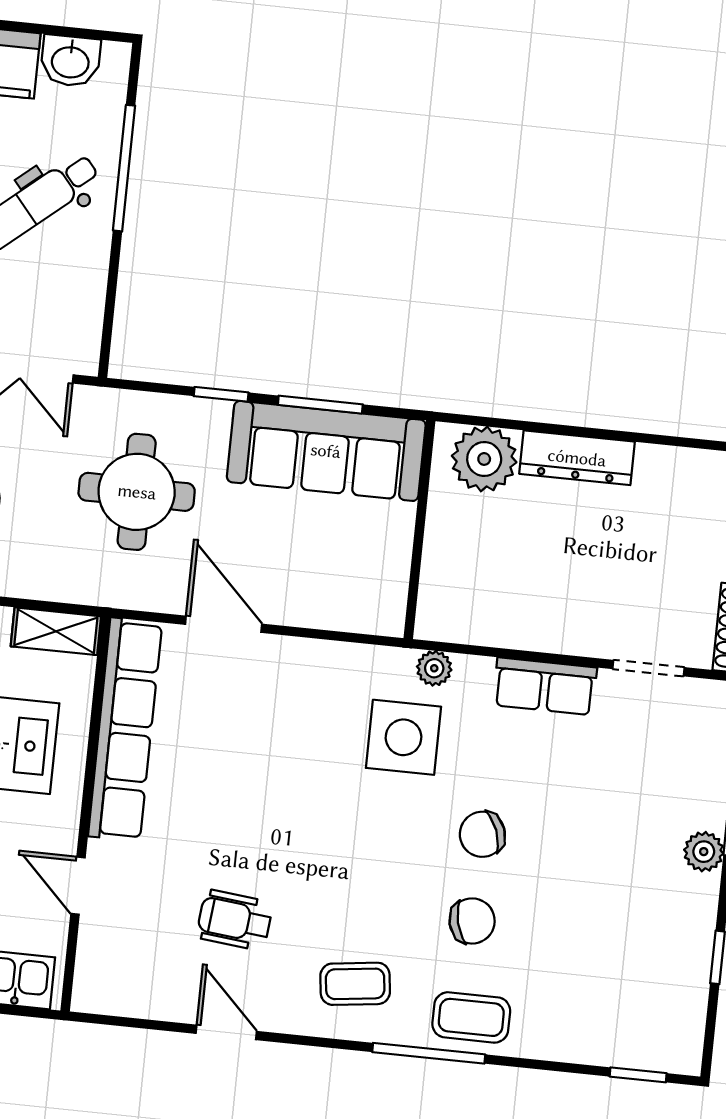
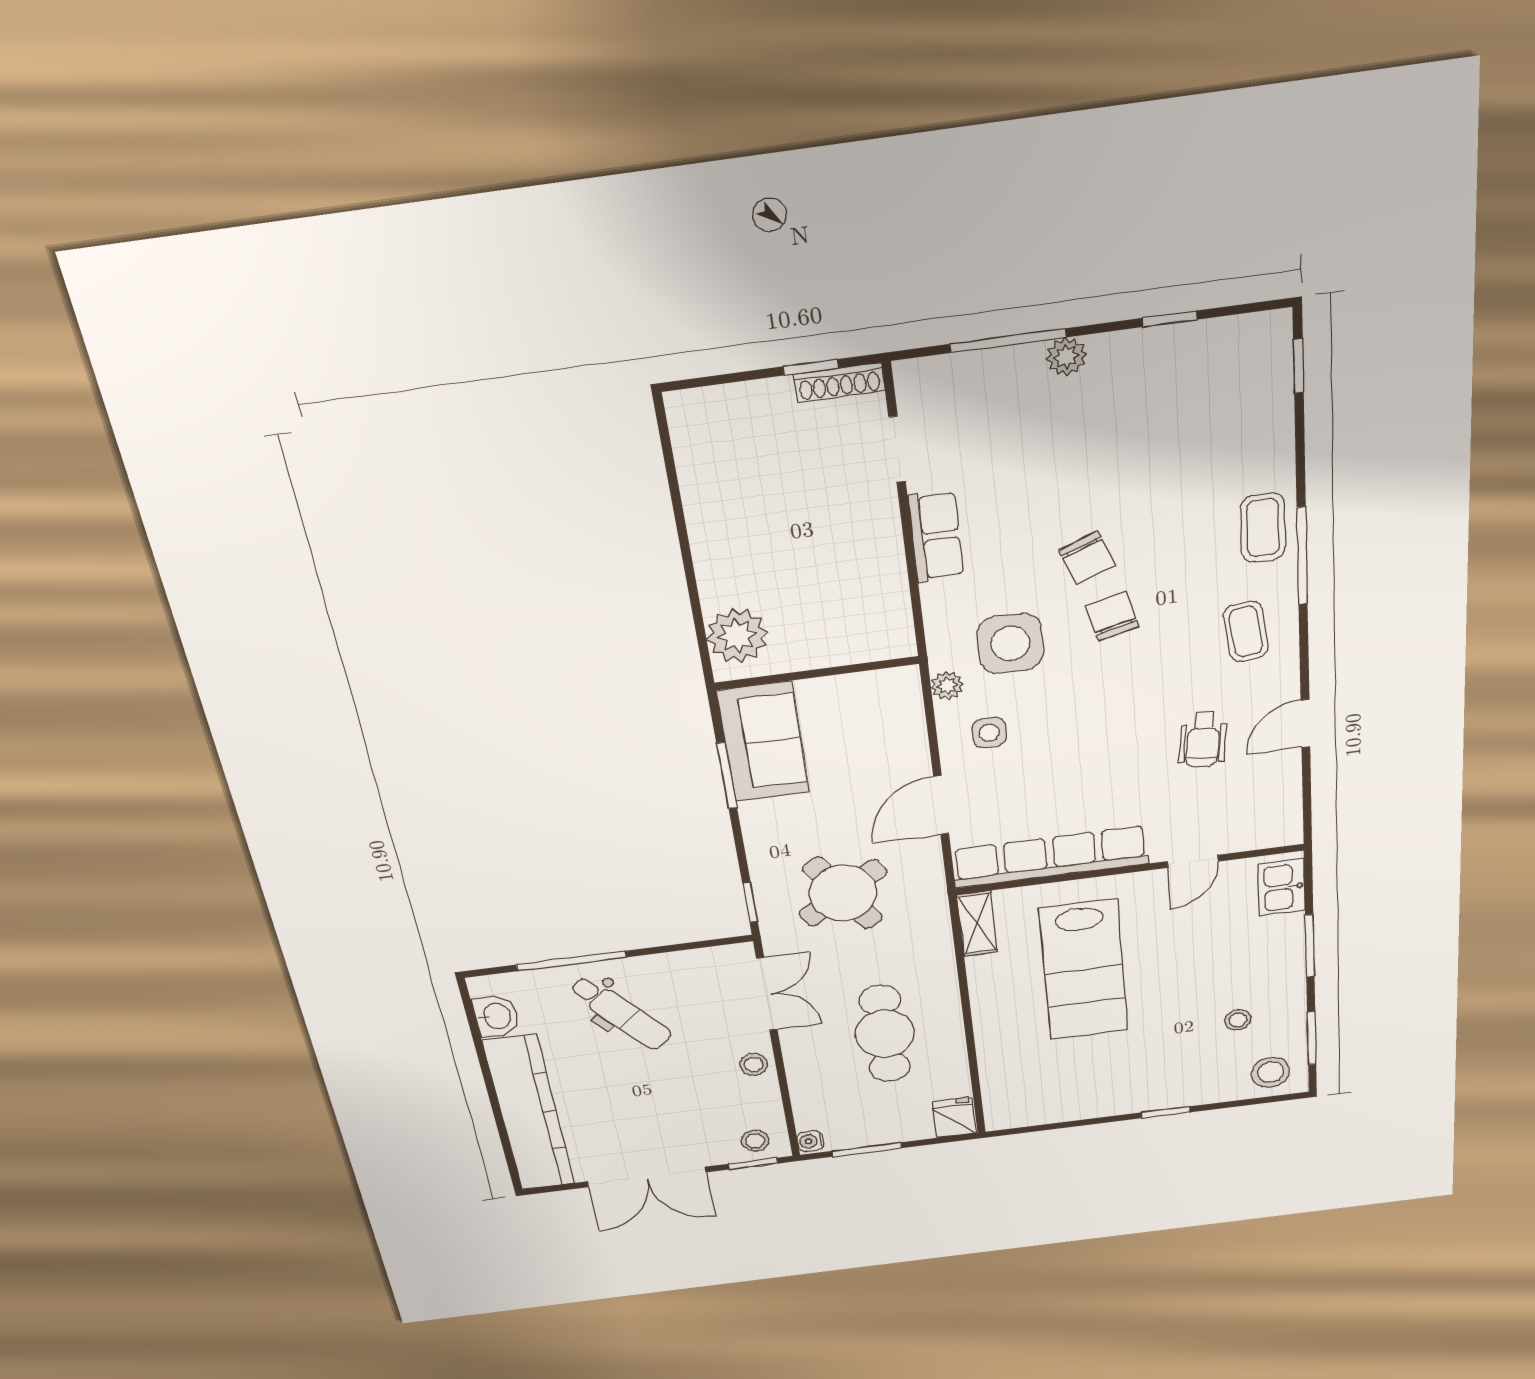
window: (221, 394) -> (750, 903), moved
sofa: (326, 451) -> (763, 742), width x0.73
dresser: (577, 458) -> (713, 558), removed
round table: (137, 492) -> (843, 893), turned -33
plant: (434, 668) -> (947, 686), moved
side table: (302, 694) -> (989, 733), added
chair: (472, 921) -> (1112, 616), moved

